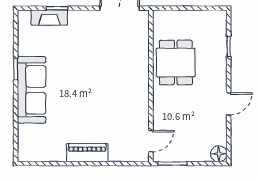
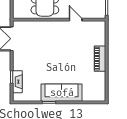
door: (151, 141) -> (76, 20), moved

